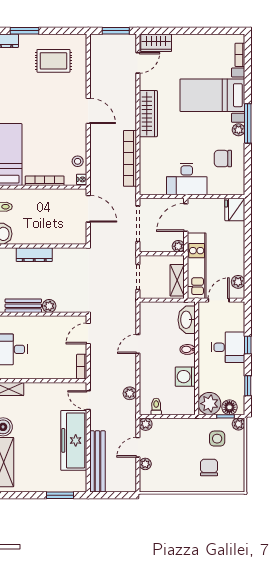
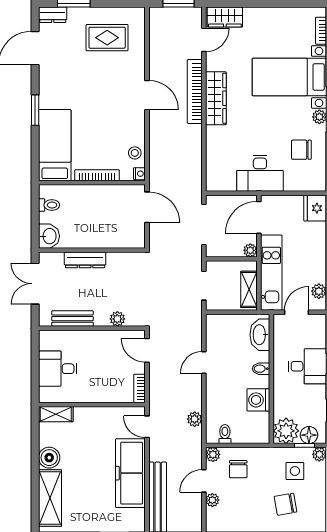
bookcase: (130, 158) -> (195, 91), moved
plant: (49, 306) -> (117, 319), moved
door: (88, 333) -> (147, 350), hinge flipped
chair: (168, 437) -> (238, 469), added
chair: (209, 468) -> (286, 504), turned -100

